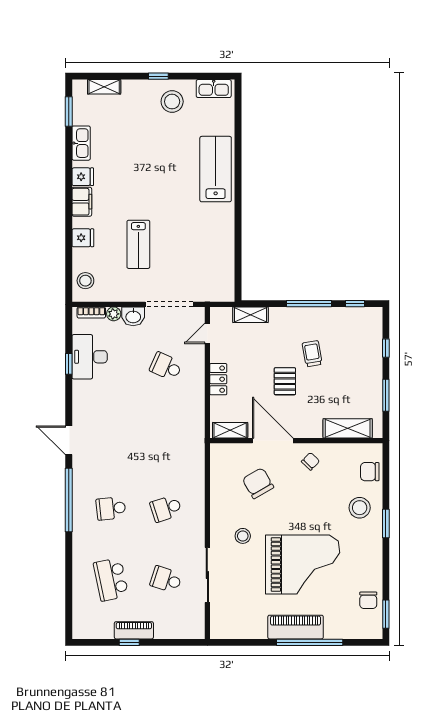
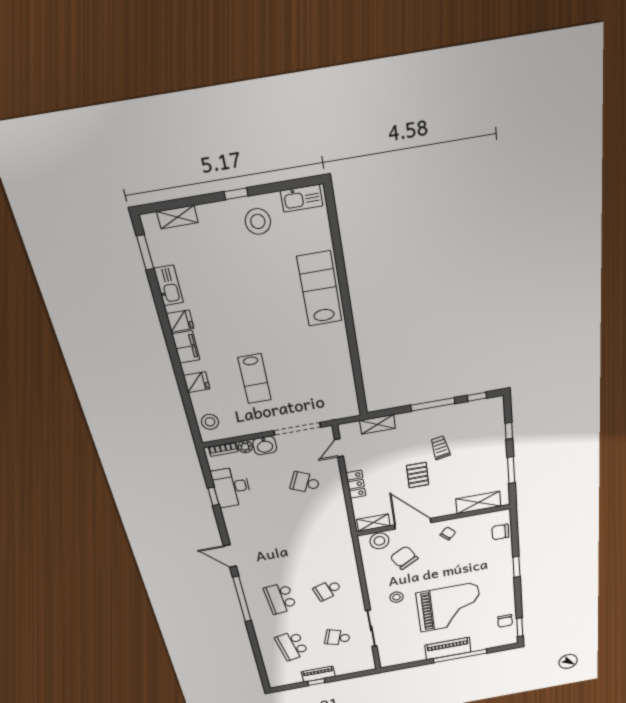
school desk: (111, 508) -> (280, 598), width x1.85
stool: (360, 508) -> (379, 541), moved

